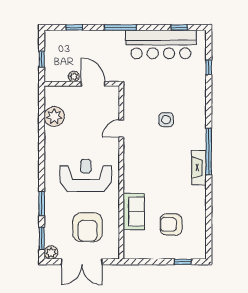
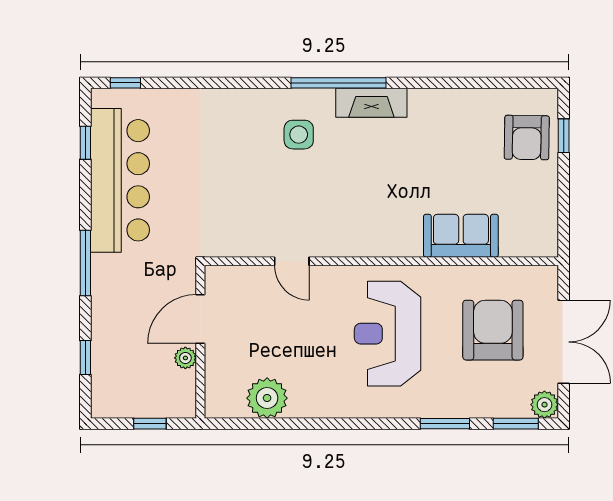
window: (209, 67) -> (125, 83), moved
side table: (166, 120) -> (299, 135), moved
armchair: (171, 224) -> (527, 138), moved
armchair: (87, 227) -> (493, 330), turned -90

